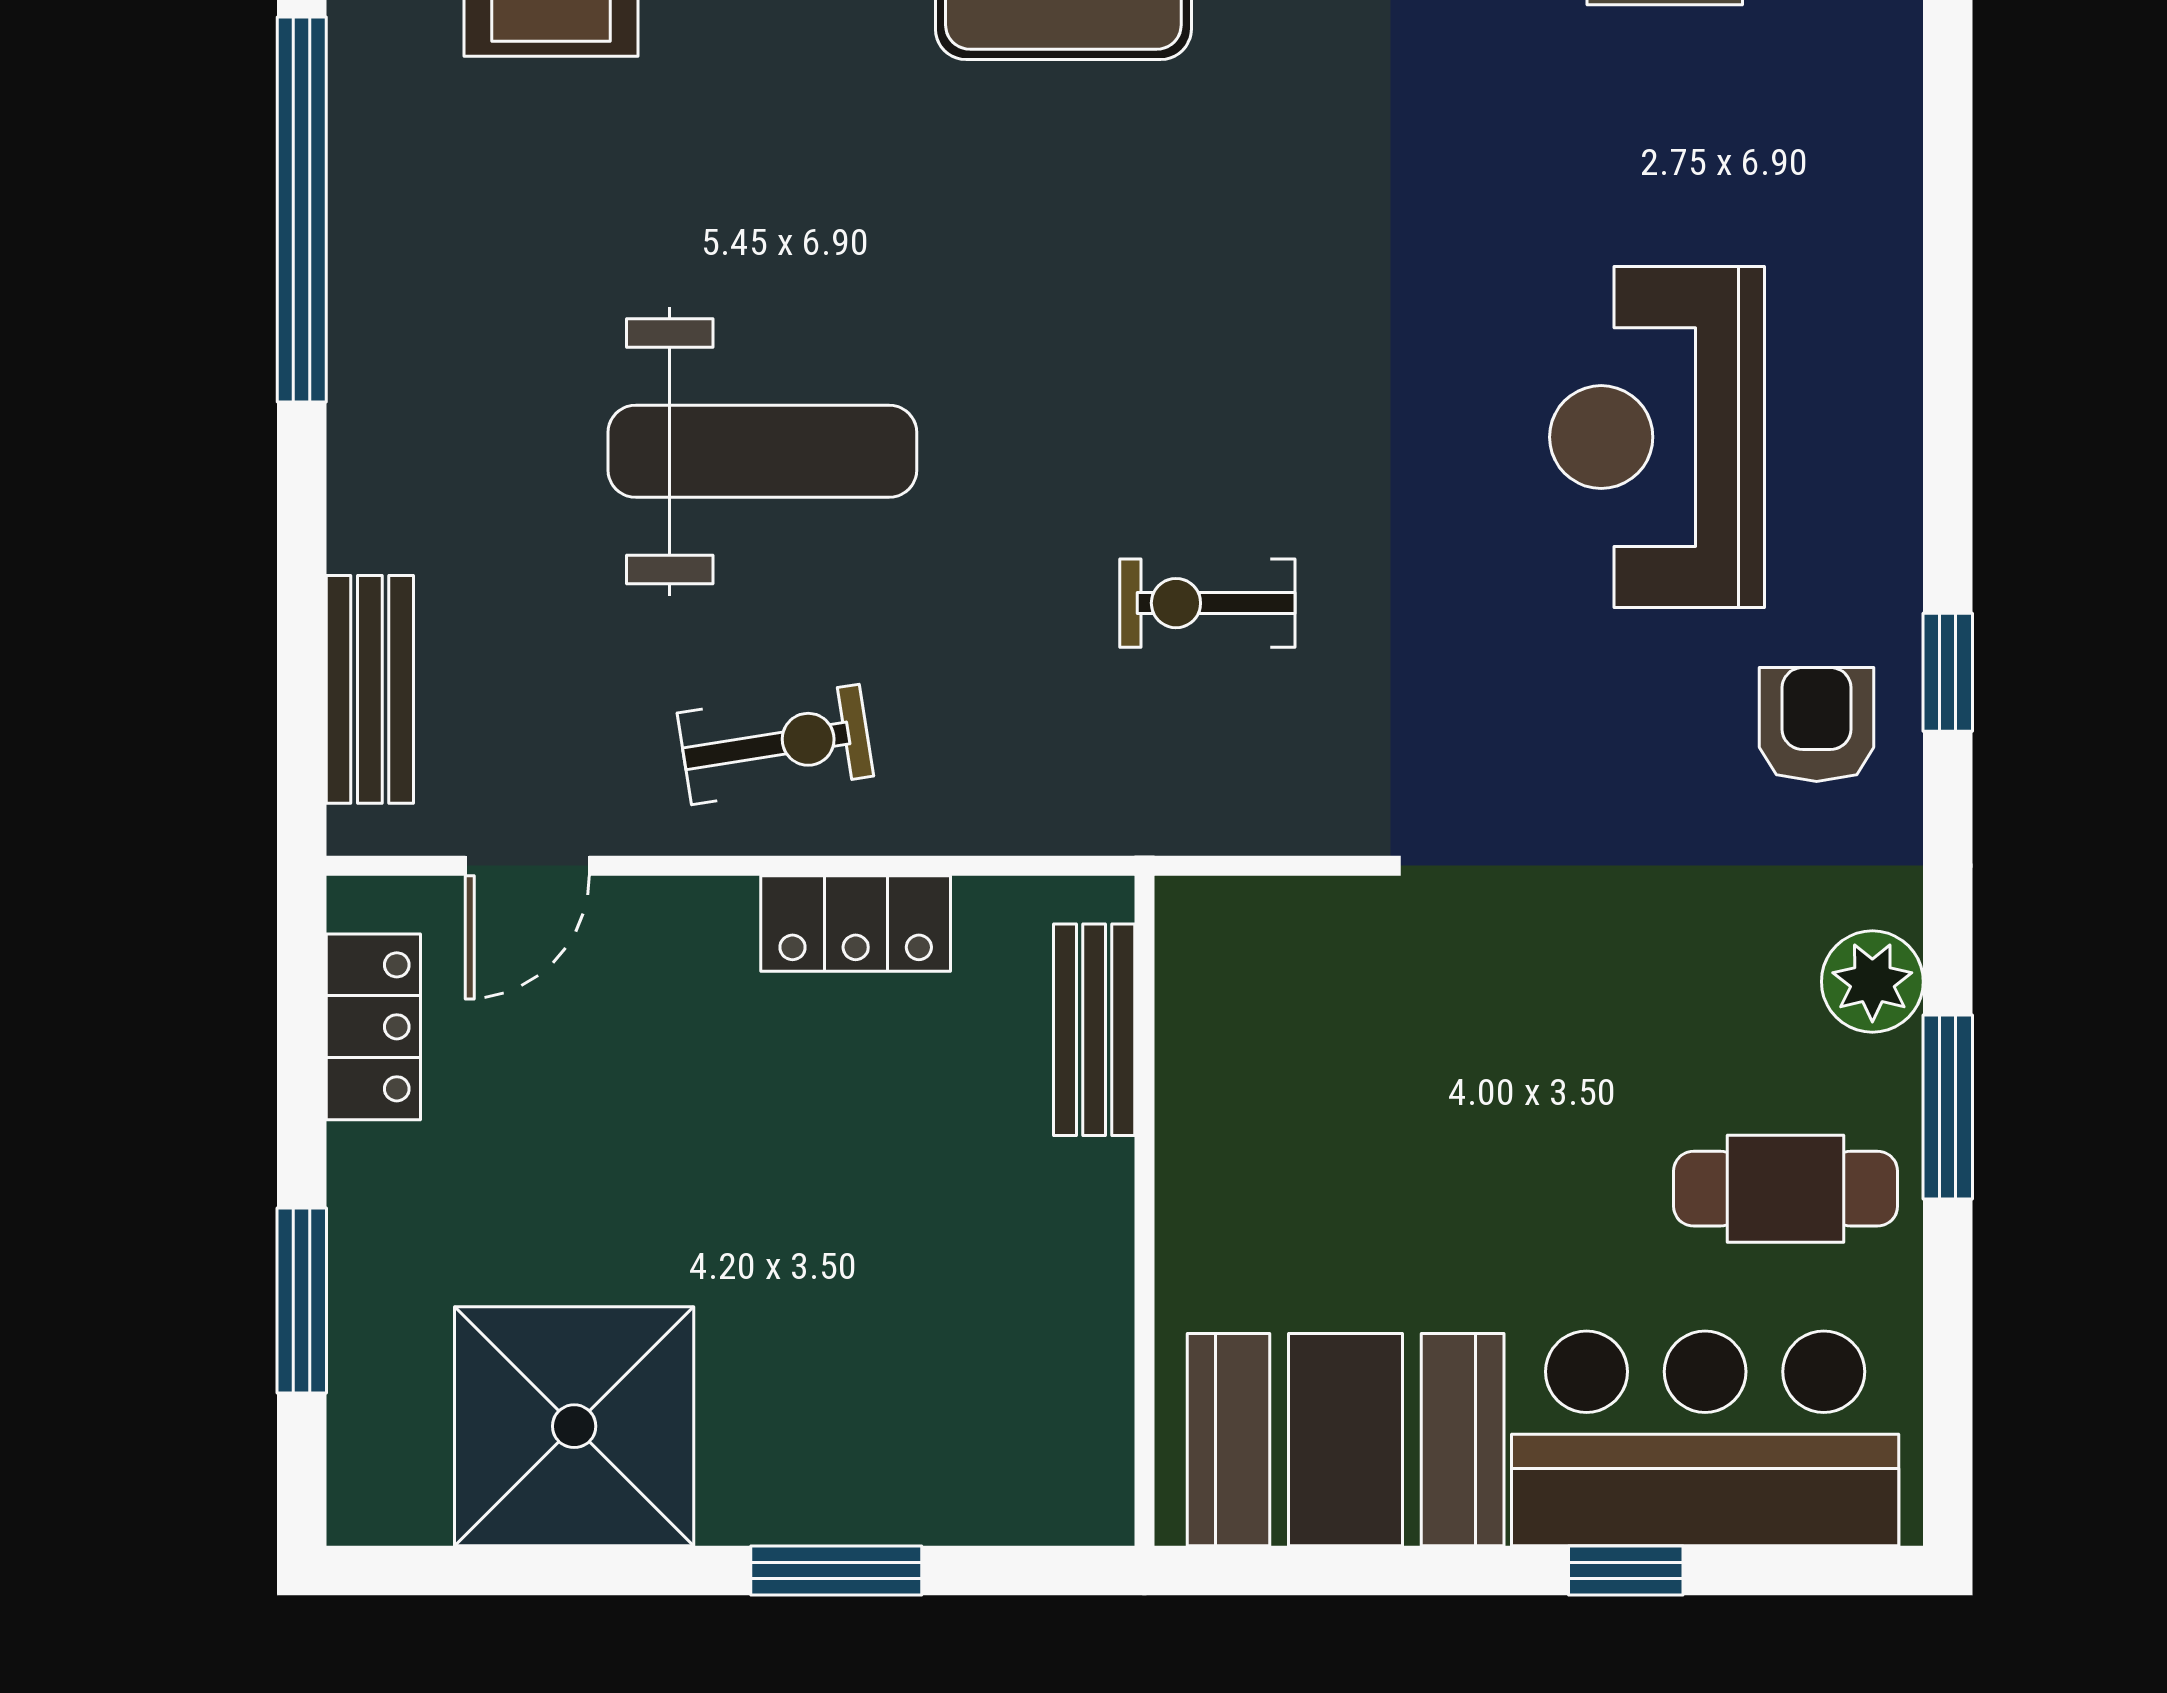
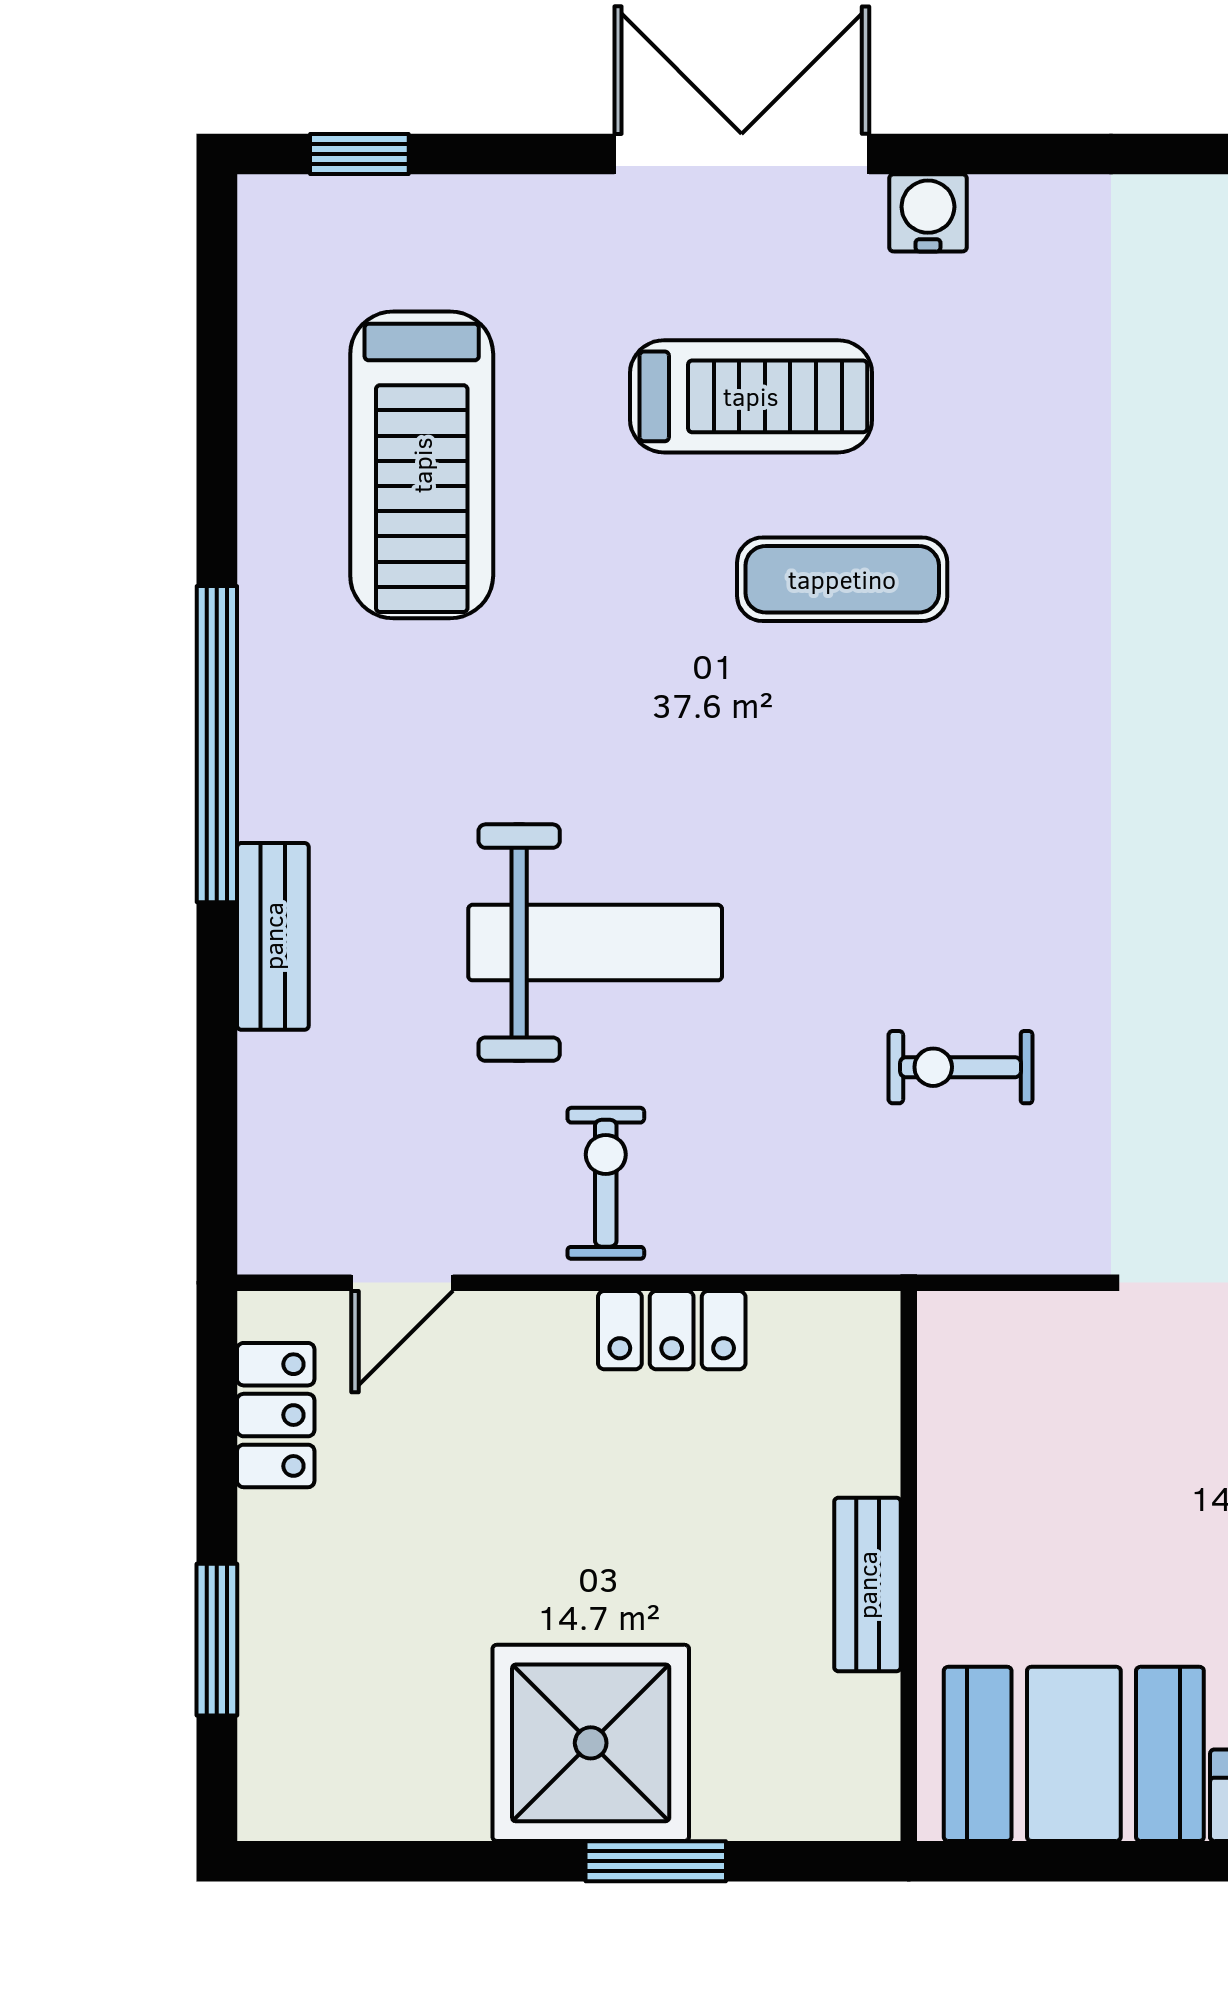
bench: (370, 689) -> (273, 936), moved
exercise bike: (775, 744) -> (606, 1183), turned -81
bench: (1094, 1030) -> (867, 1585), moved
shower: (574, 1426) -> (591, 1743), moved

